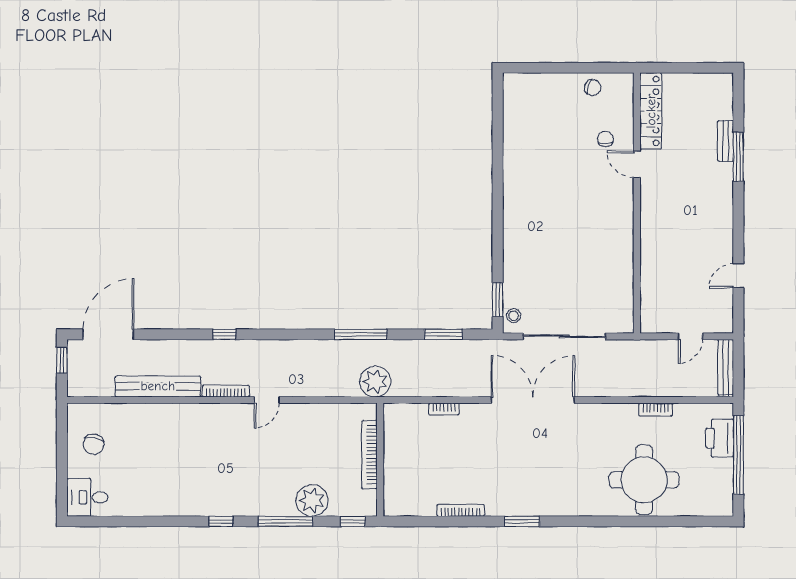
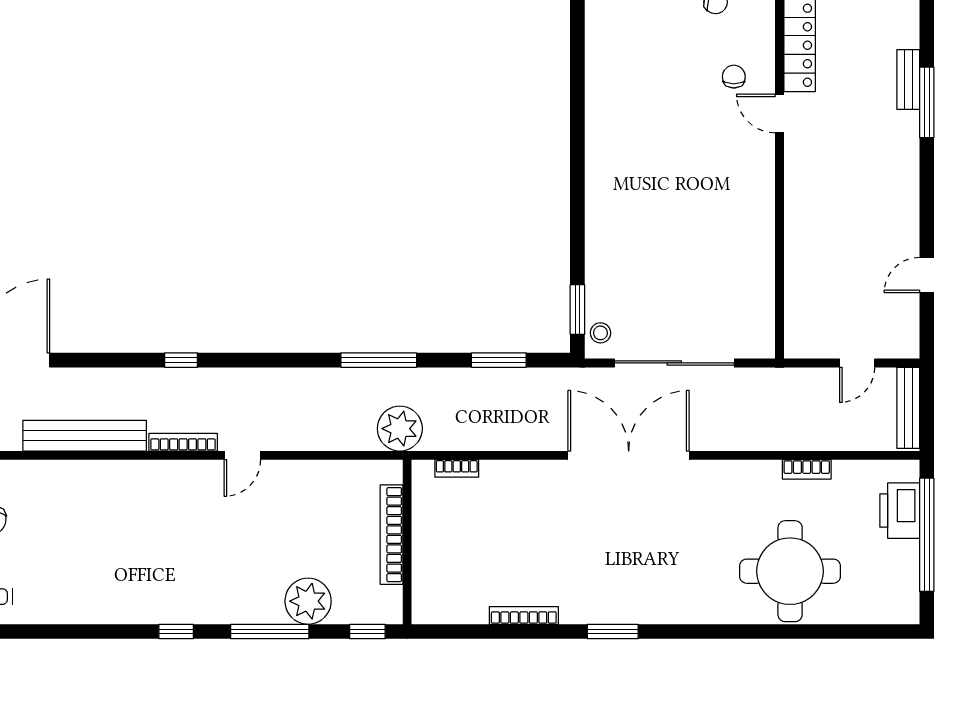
bookcase: (444, 409) -> (457, 468), moved

